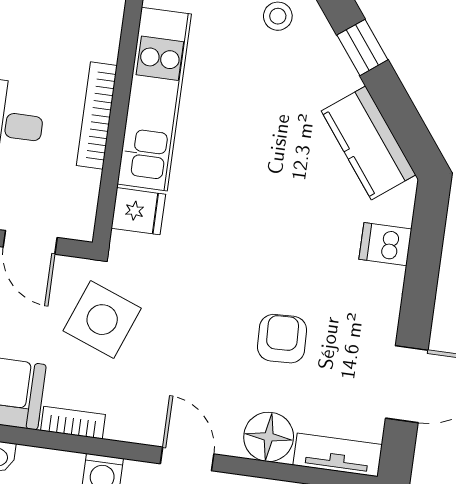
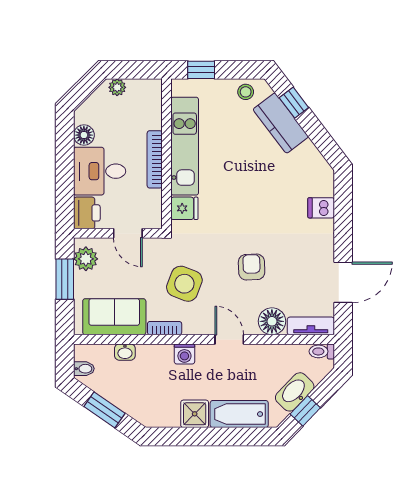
kitchen counter: (368, 143) -> (281, 123), moved
side table: (102, 320) -> (184, 284), moved
armchair: (282, 339) -> (252, 267), moved

